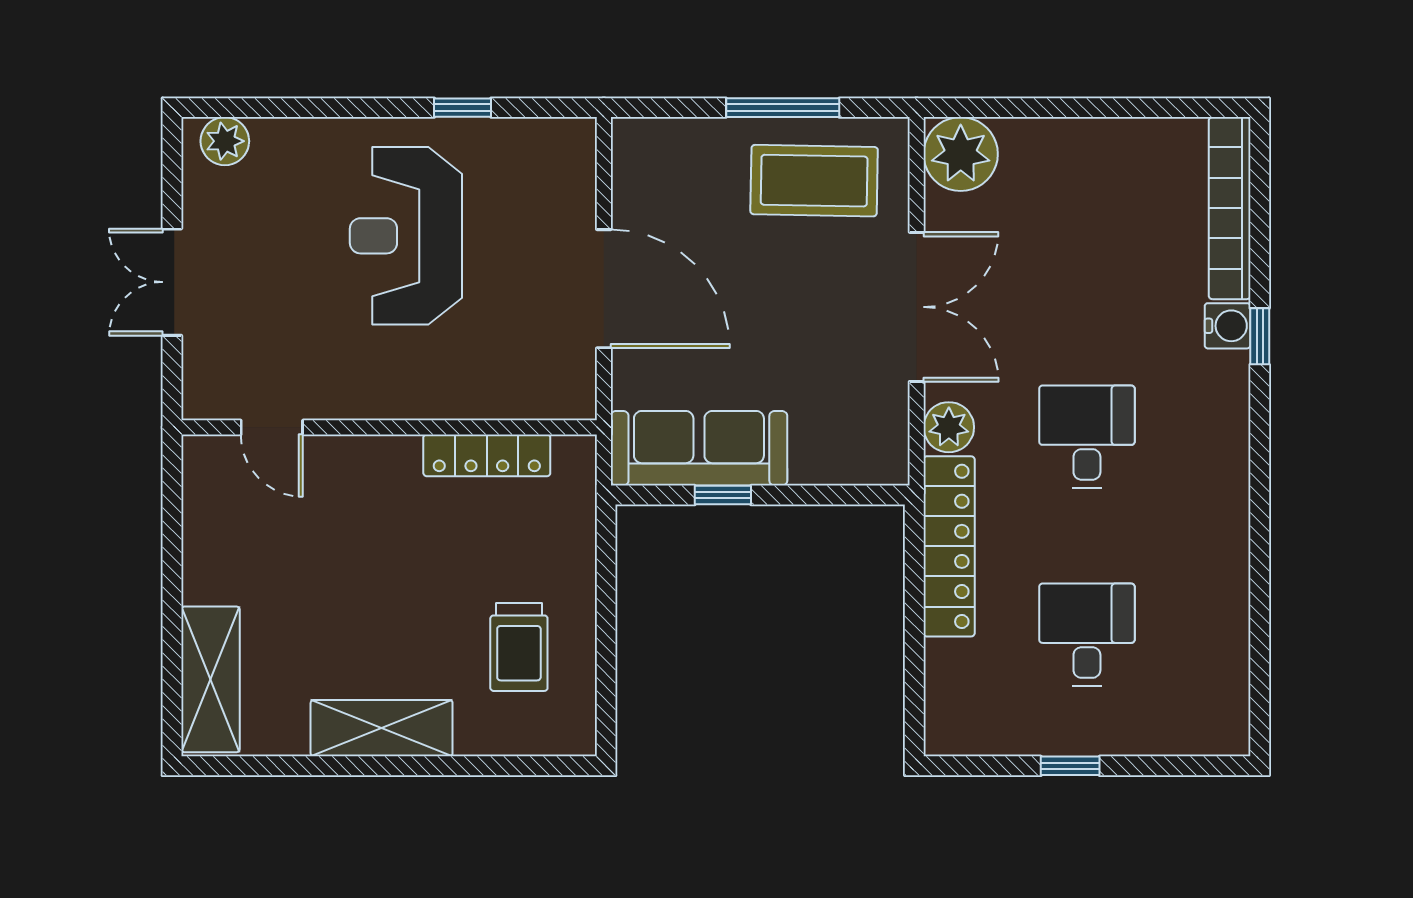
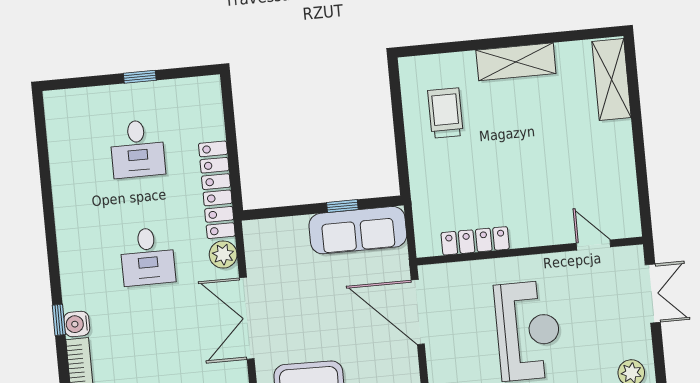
door: (272, 427) -> (593, 245), moved
wall: (389, 427) -> (530, 251), moved
locker: (487, 455) -> (475, 241), moved

